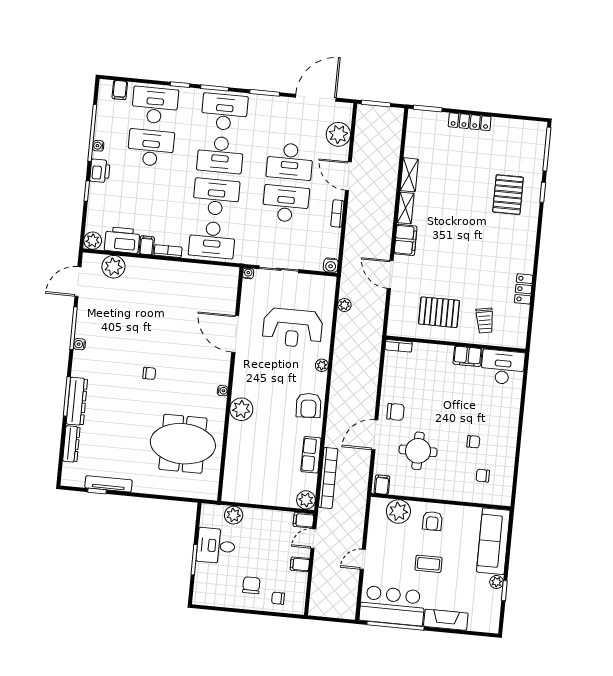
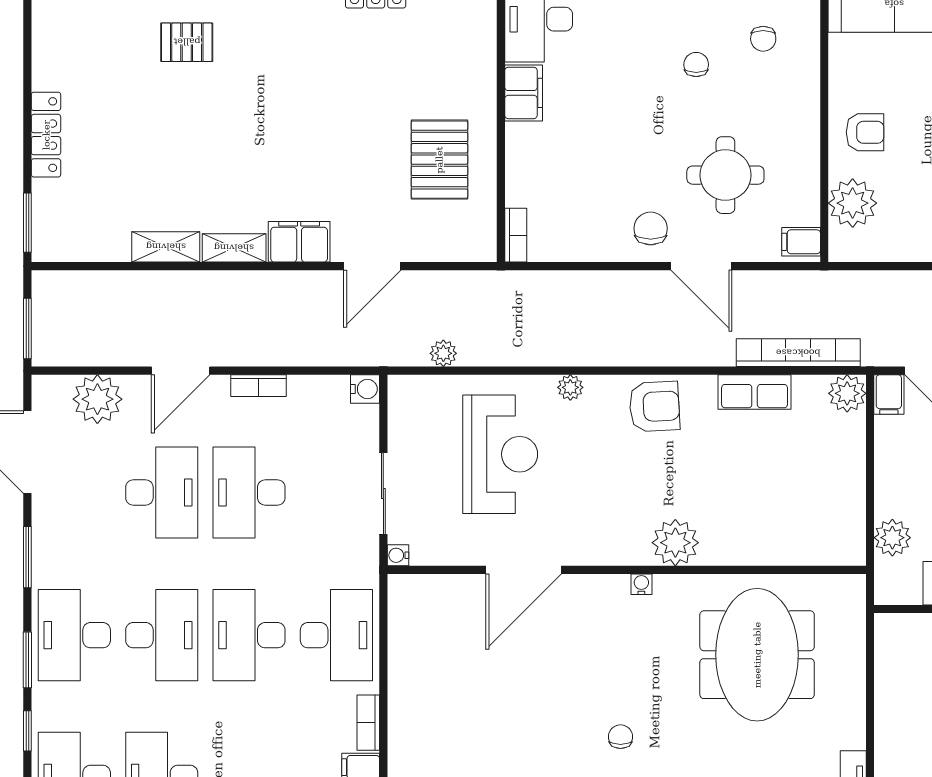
pallet: (508, 195) -> (187, 42), width x0.67, depth x0.71
trolley: (485, 321) -> (447, 65), removed

